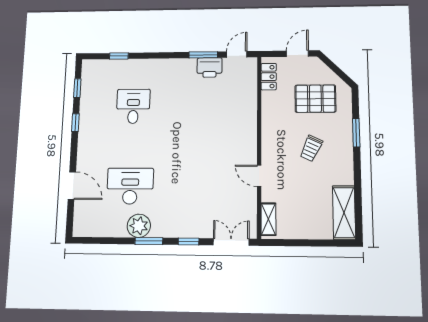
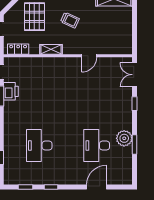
desk: (133, 106) -> (39, 146), width x1.37
shelving: (268, 219) -> (51, 49), moved
window: (149, 241) -> (135, 145), moved

